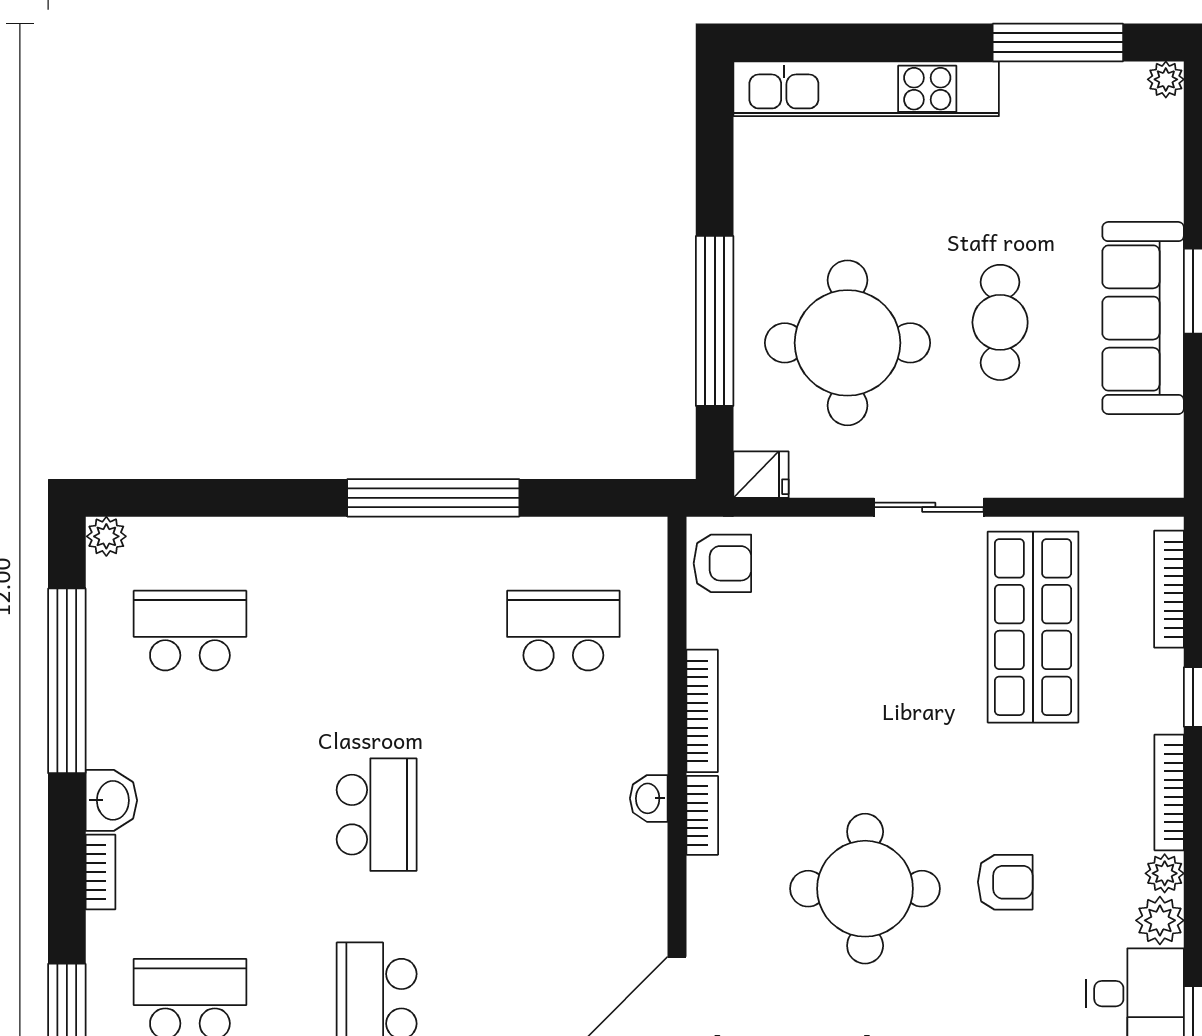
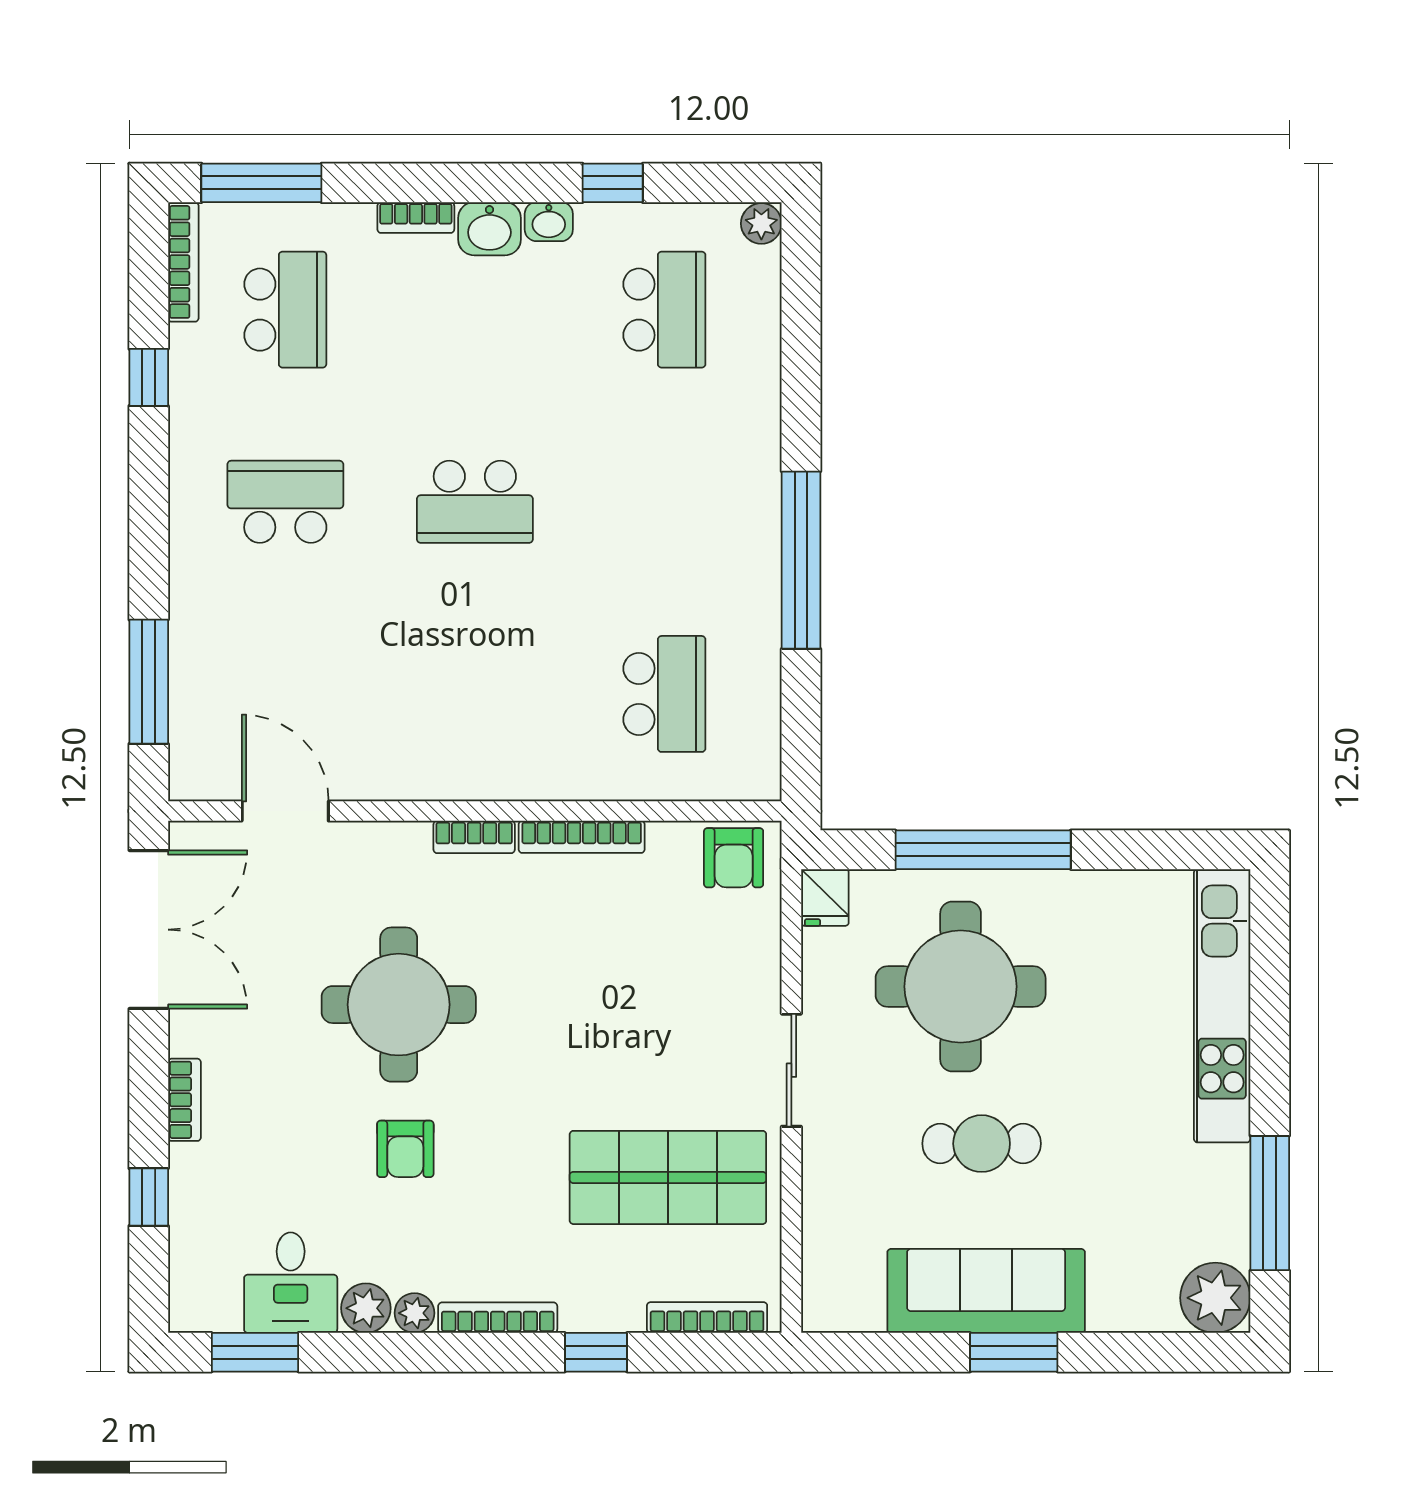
plant: (1166, 79) -> (1215, 1298), width x1.87, depth x1.87
window: (67, 681) -> (613, 183), width x0.32
washbasin: (649, 798) -> (549, 222), moved, turned 180

